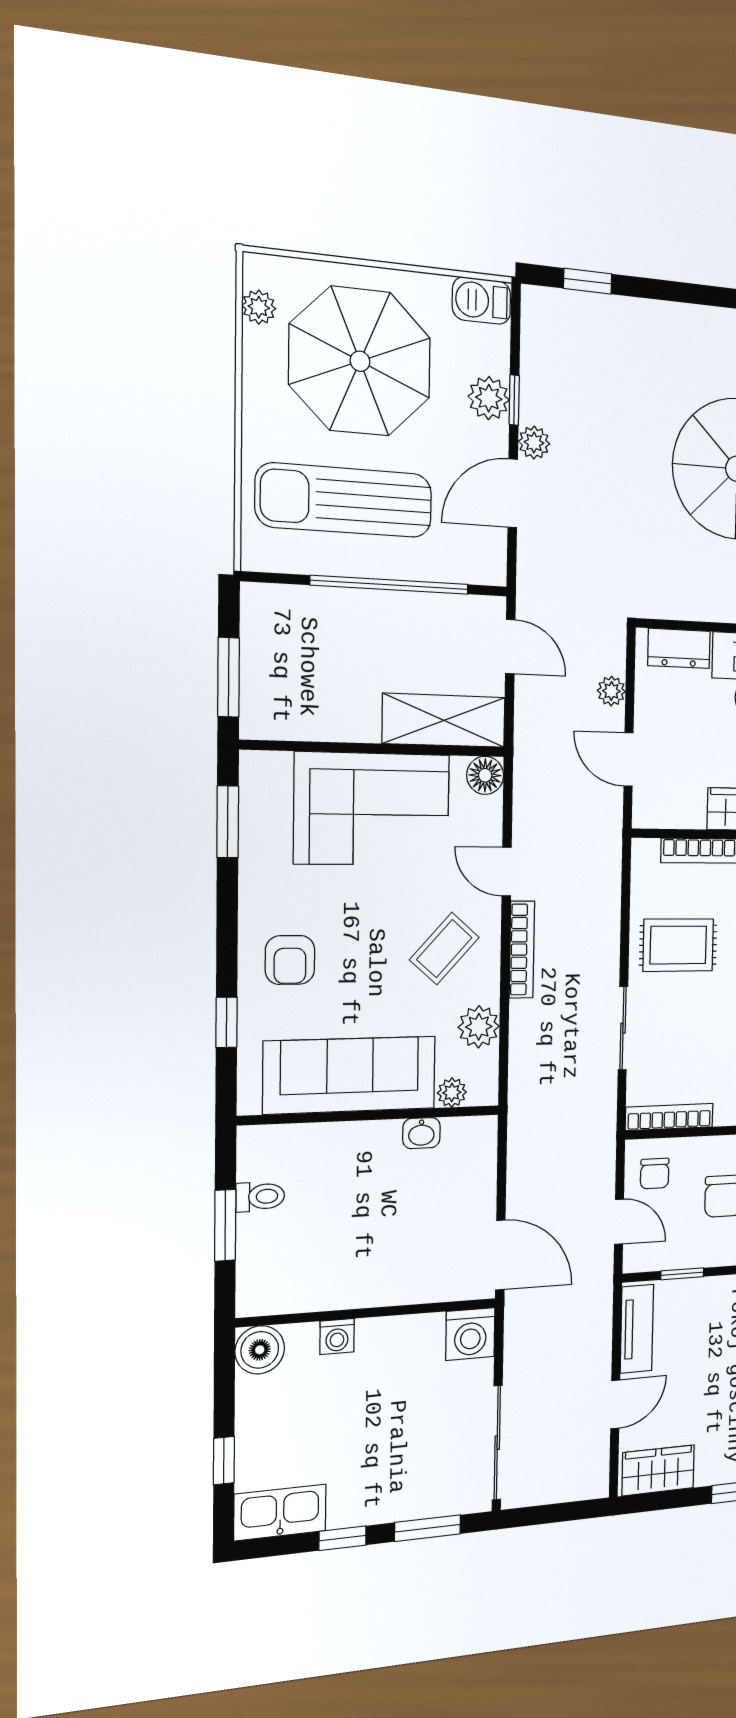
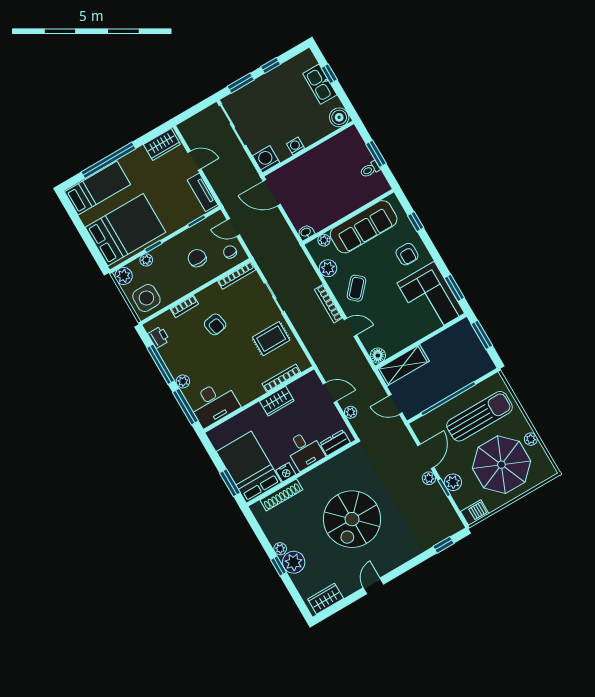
plant: (259, 307) -> (531, 439), moved
corner sofa: (372, 809) -> (431, 298), moved, turned -90
armchair: (290, 960) -> (407, 254), turned 180
washbasin: (421, 1133) -> (306, 232), moved
washing machine: (337, 1337) -> (295, 146), moved
door: (615, 1404) -> (194, 161), swing flipped
kitchen sink: (280, 1512) -> (320, 84), moved, turned 90

